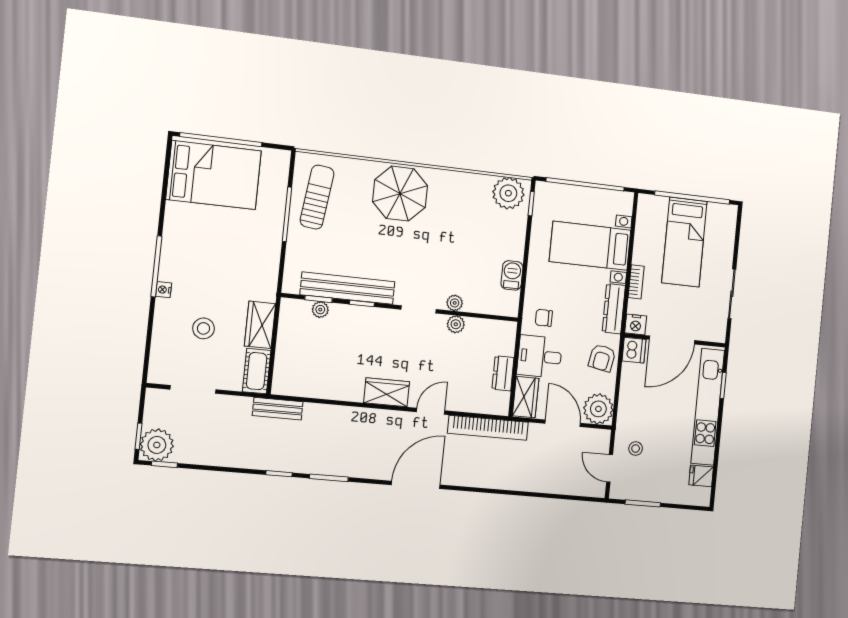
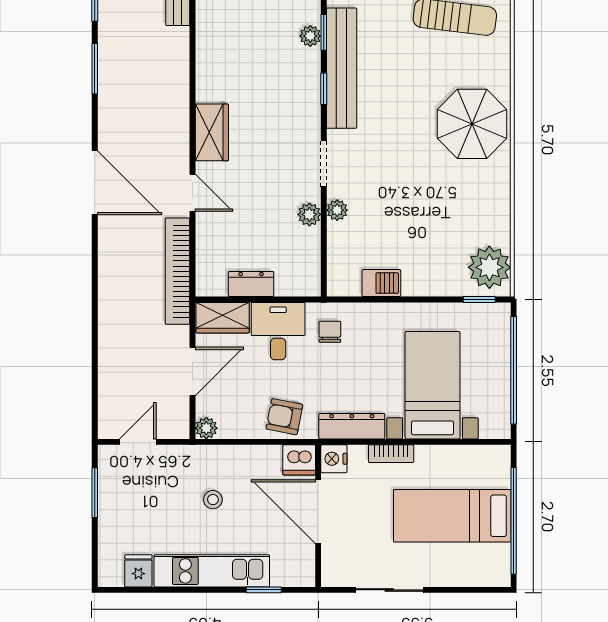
kitchen unit: (708, 407) -> (212, 571), width x0.73
plant: (598, 409) -> (206, 428), width x0.53, depth x0.53
stool: (636, 449) -> (213, 500), moved

